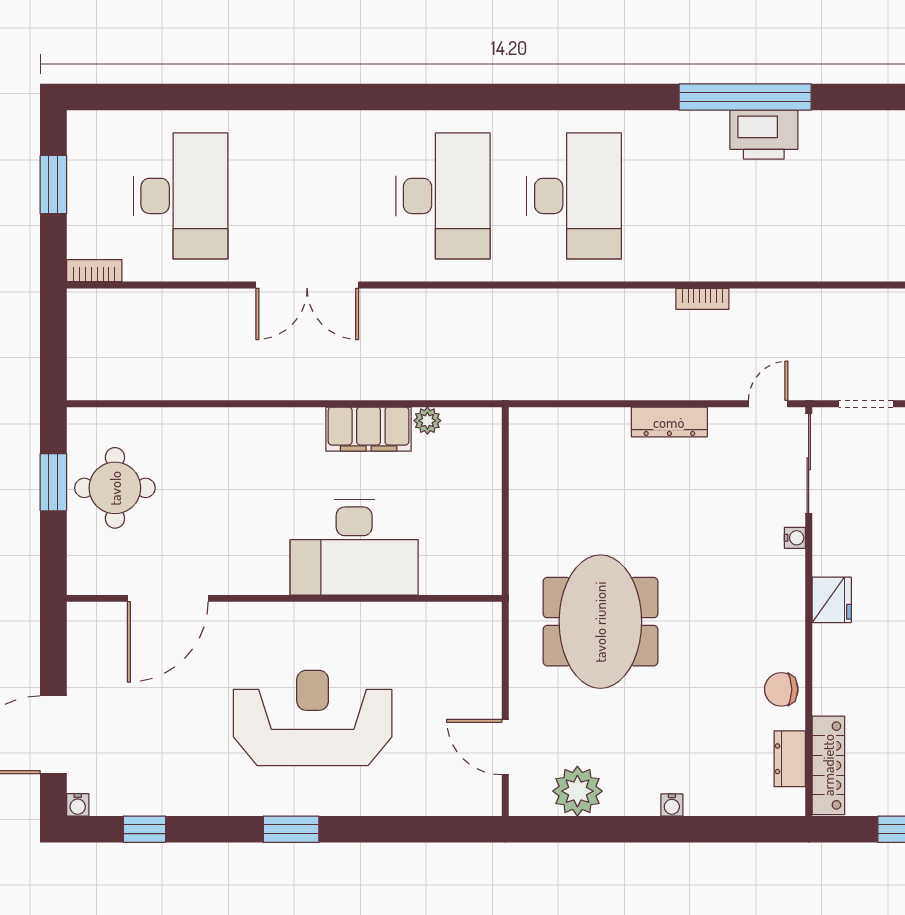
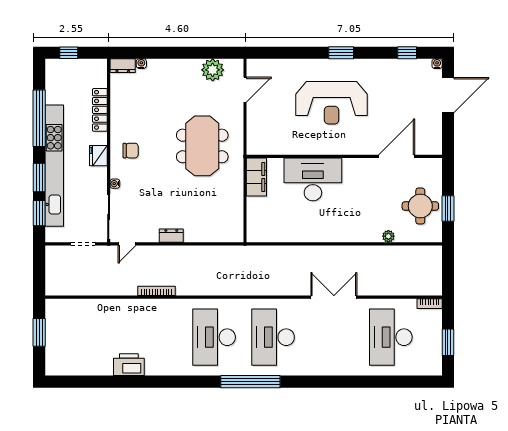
window: (745, 97) -> (250, 382), moved
bookcase: (702, 299) -> (156, 291), width x1.56
plant: (427, 421) -> (388, 236), moved
dresser: (669, 422) -> (171, 236), width x0.70
filing cabinet: (369, 429) -> (256, 177), moved, turned 90
chair: (781, 689) -> (131, 151), moved
door: (505, 747) -> (245, 90), hinge flipped
dresser: (790, 759) -> (123, 66), moved, turned 90
locker: (828, 765) -> (100, 110), moved
water cooler: (672, 805) -> (141, 64), moved

